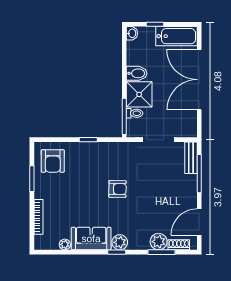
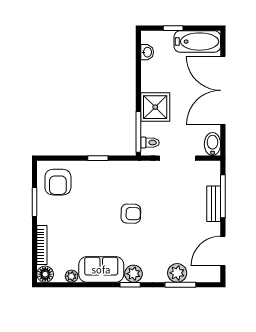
washbasin: (132, 33) -> (147, 52), moved
bidet: (137, 73) -> (212, 144), moved, turned -90
toilet: (134, 113) -> (150, 143), moved
bench: (191, 158) -> (214, 204), moved
floor lamp: (41, 243) -> (45, 274), added
shoe rack: (179, 245) -> (200, 277), removed

